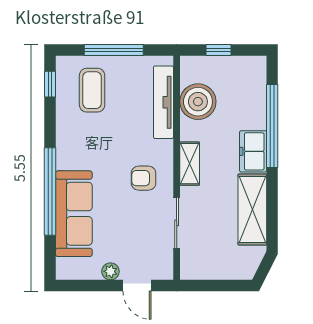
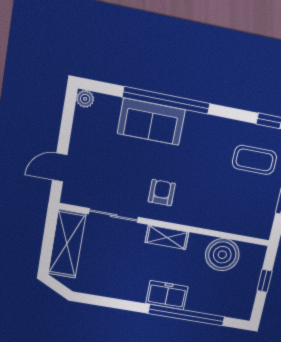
tv unit: (163, 102) -> (229, 224), removed
shelving: (252, 210) -> (67, 244), moved, turned 90
sofa: (74, 214) -> (151, 122), width x0.73
plant: (110, 271) -> (85, 99), moved

